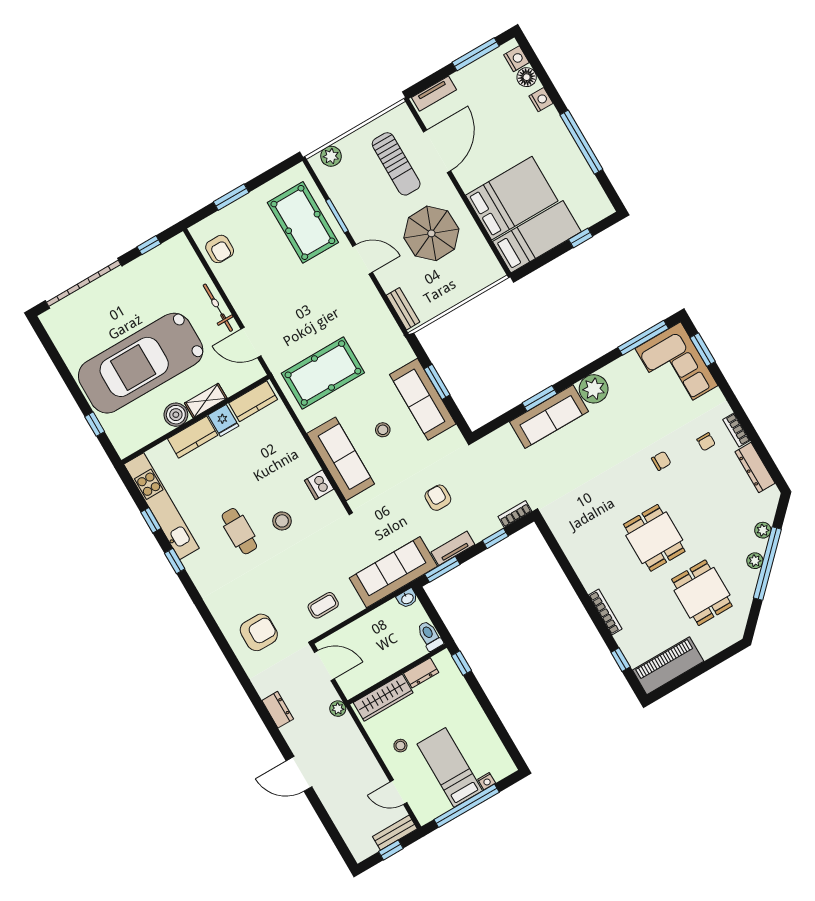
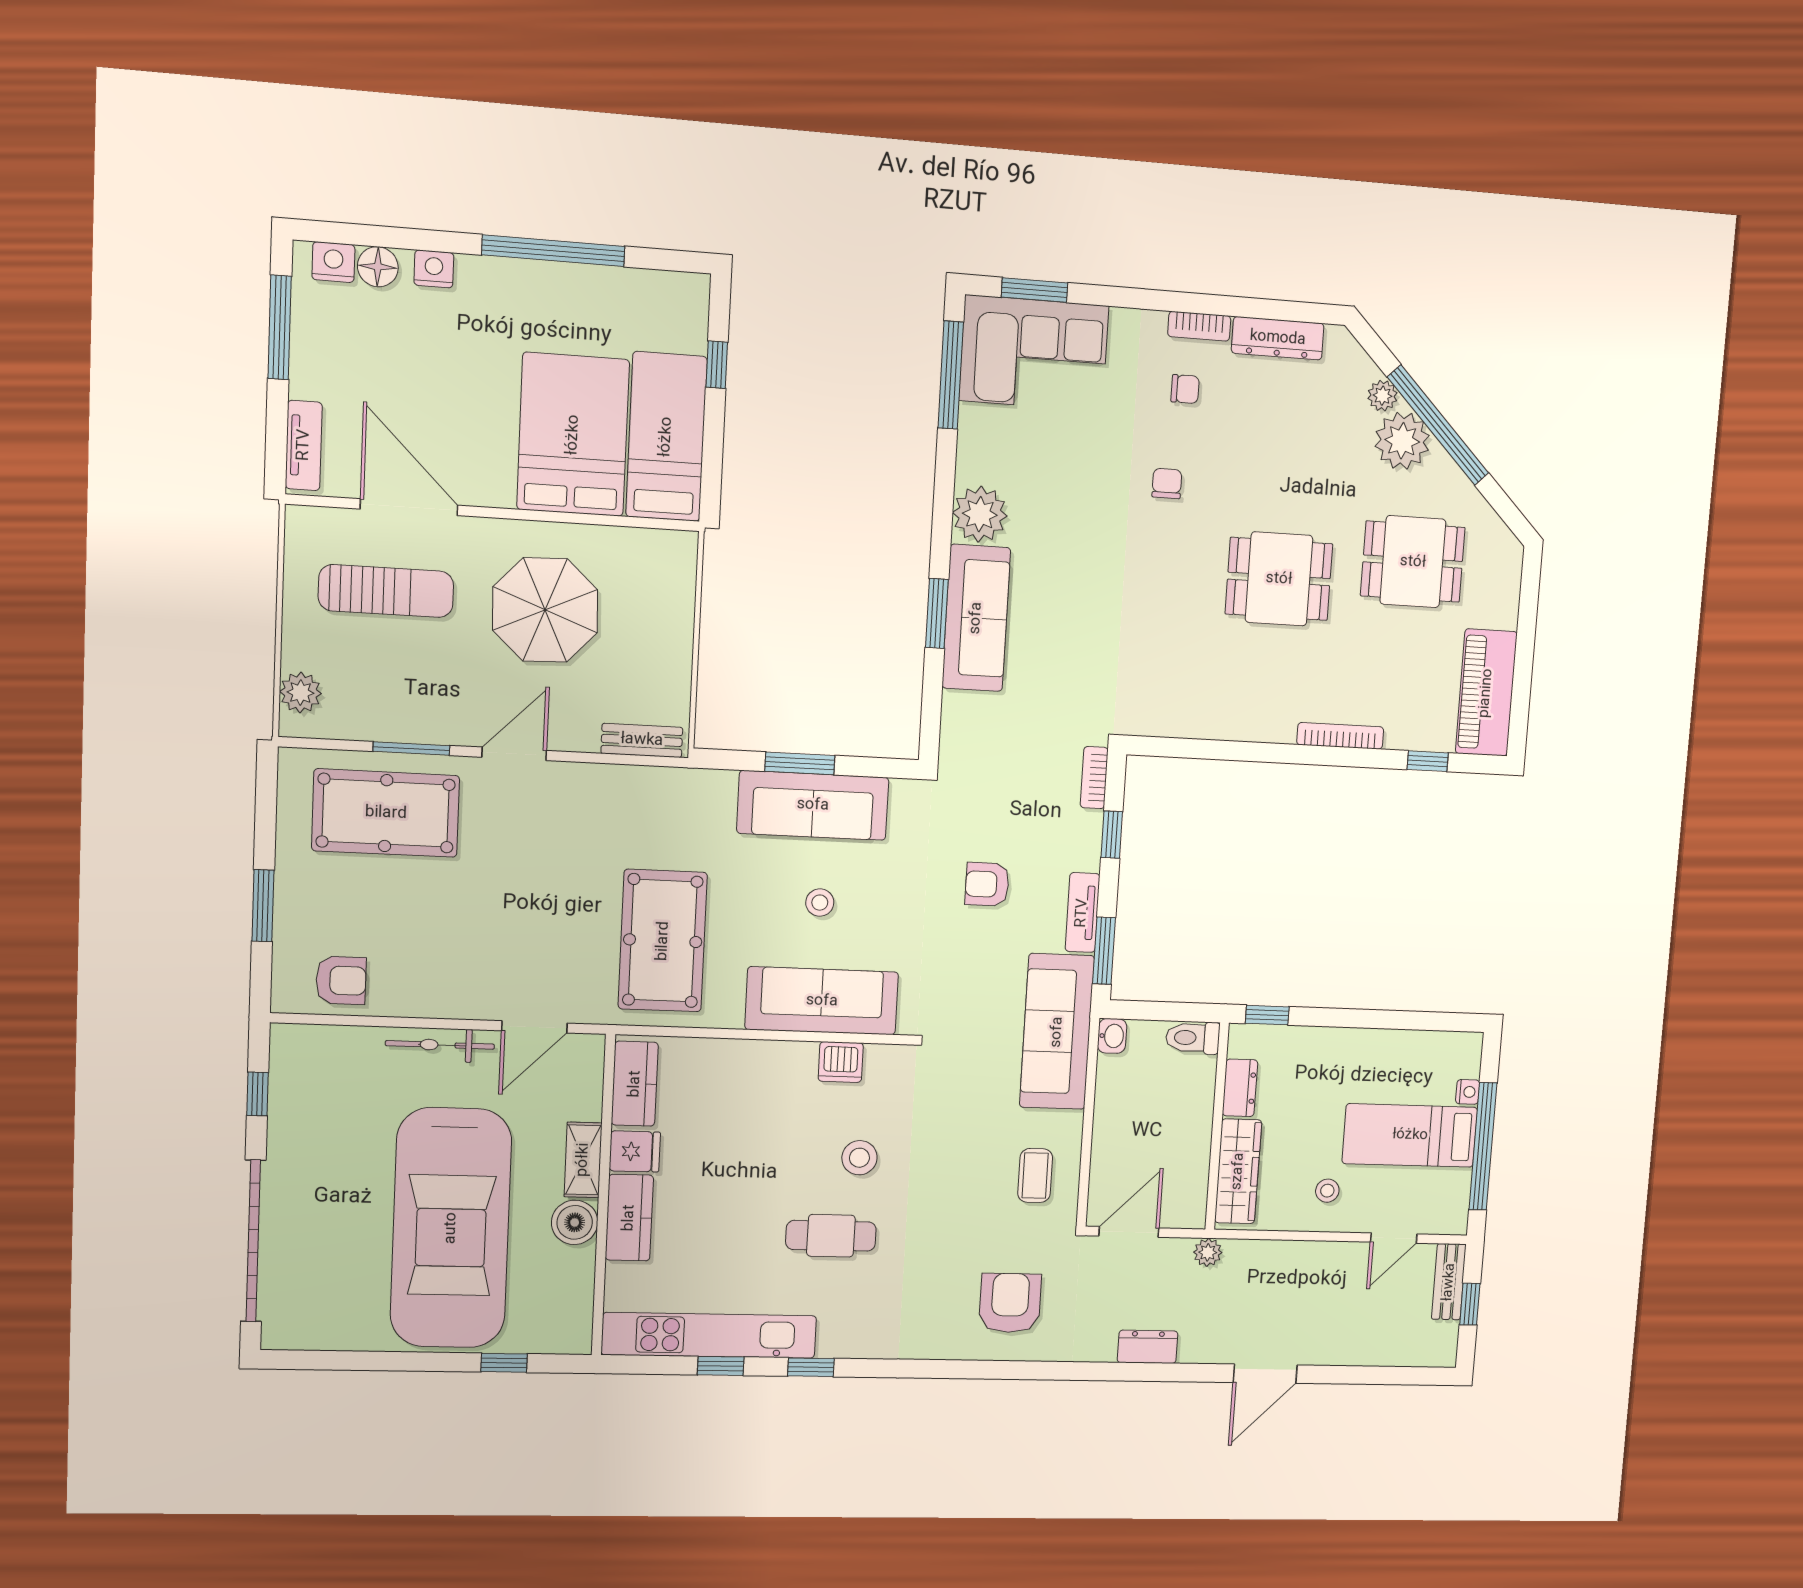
plant: (755, 561) -> (1402, 441), width x1.87, depth x1.87

